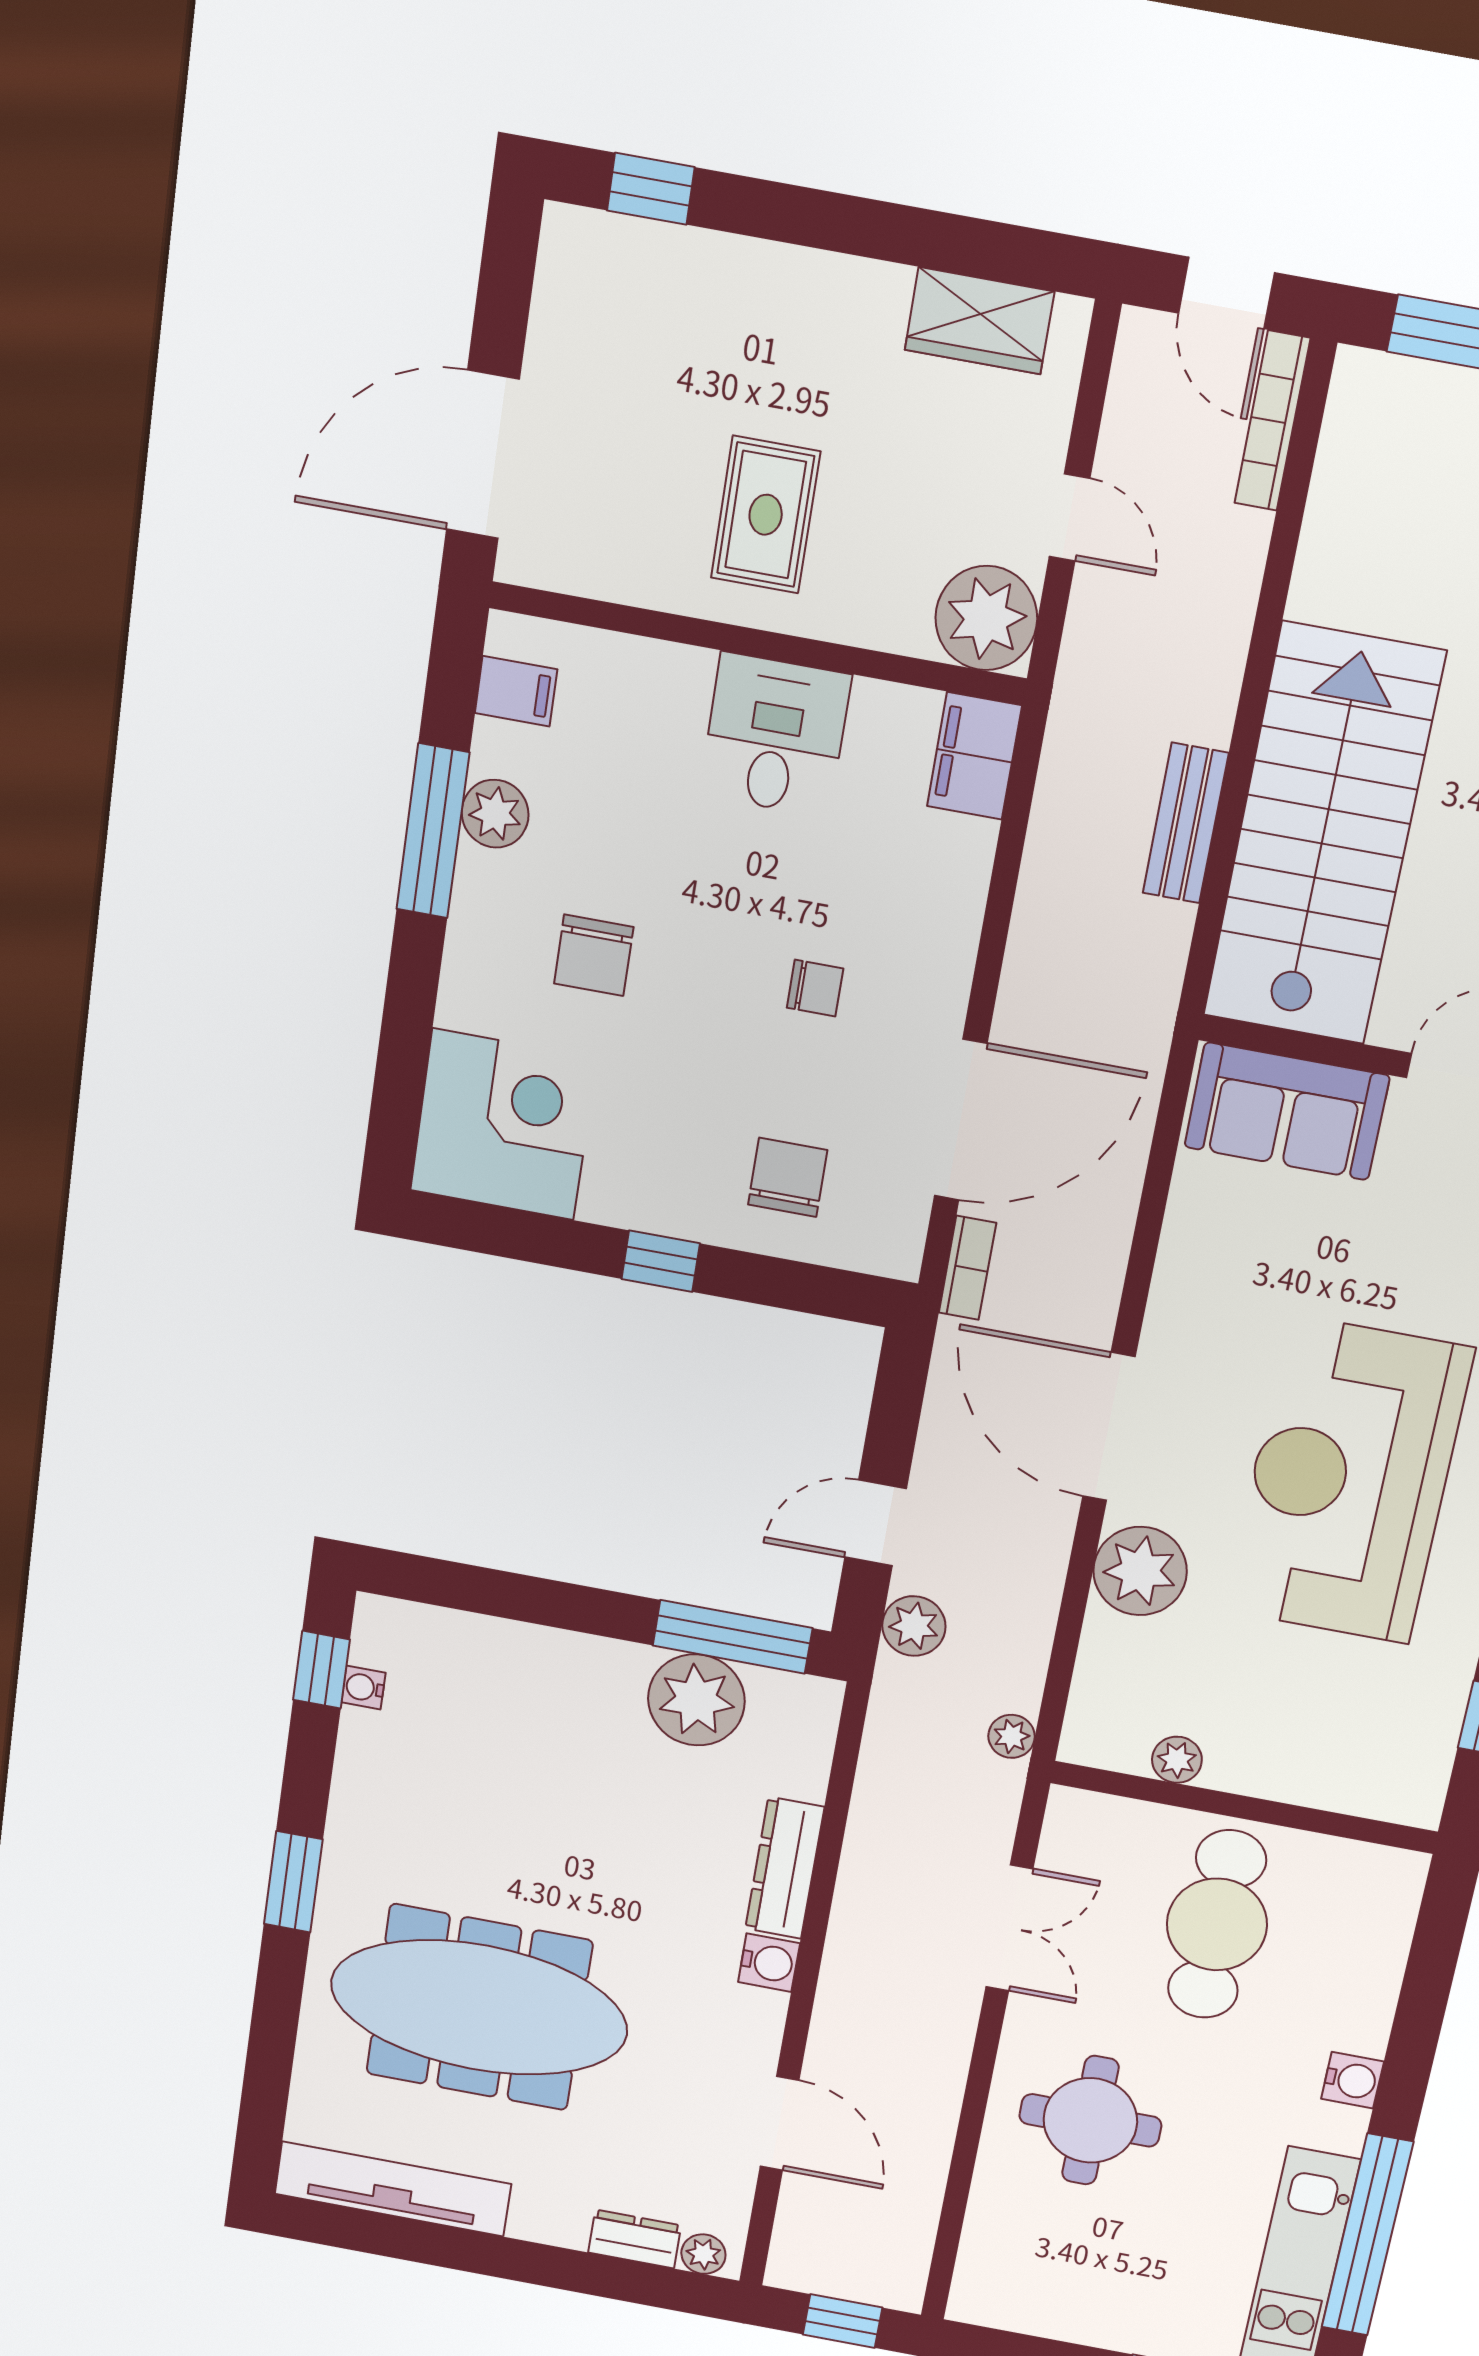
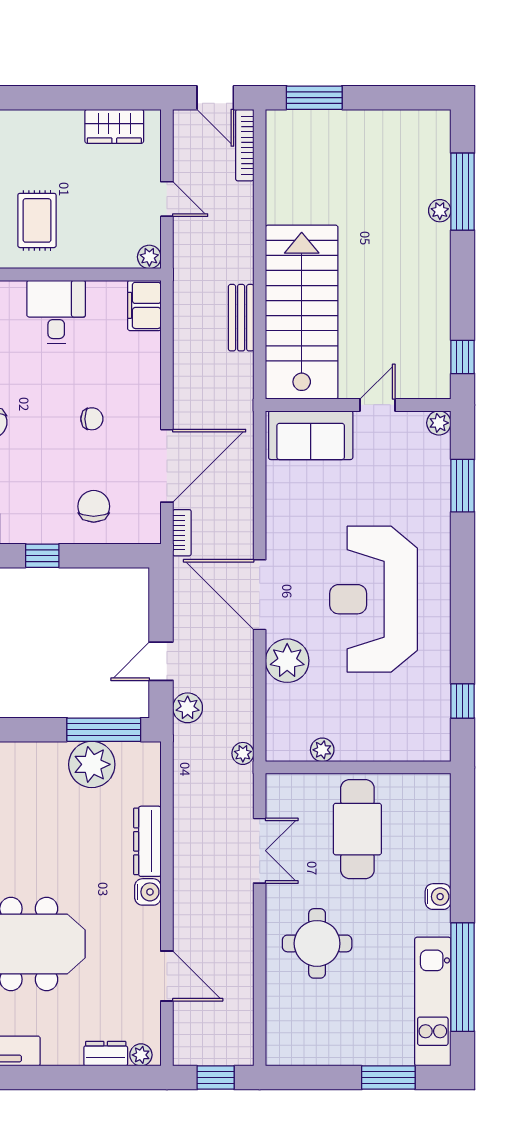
plant: (986, 618) -> (149, 257), width x0.53, depth x0.53

